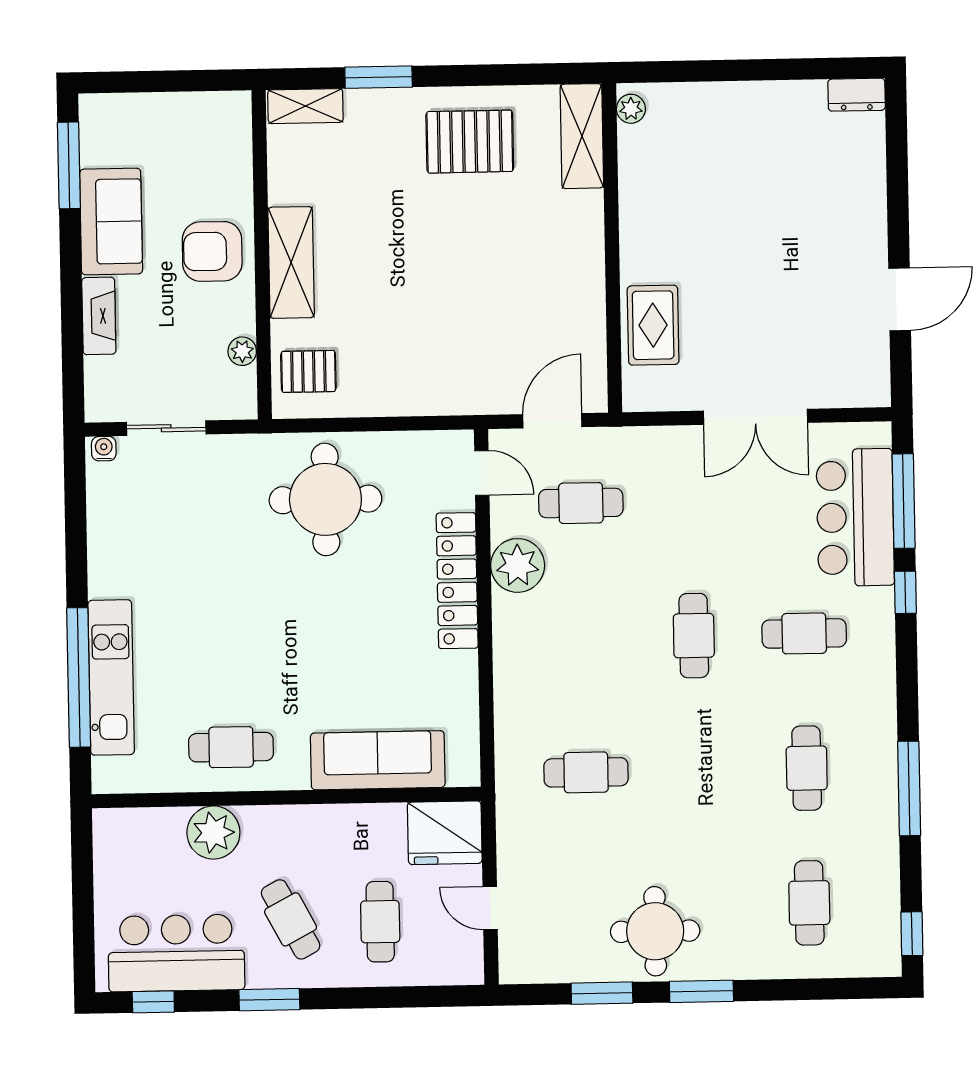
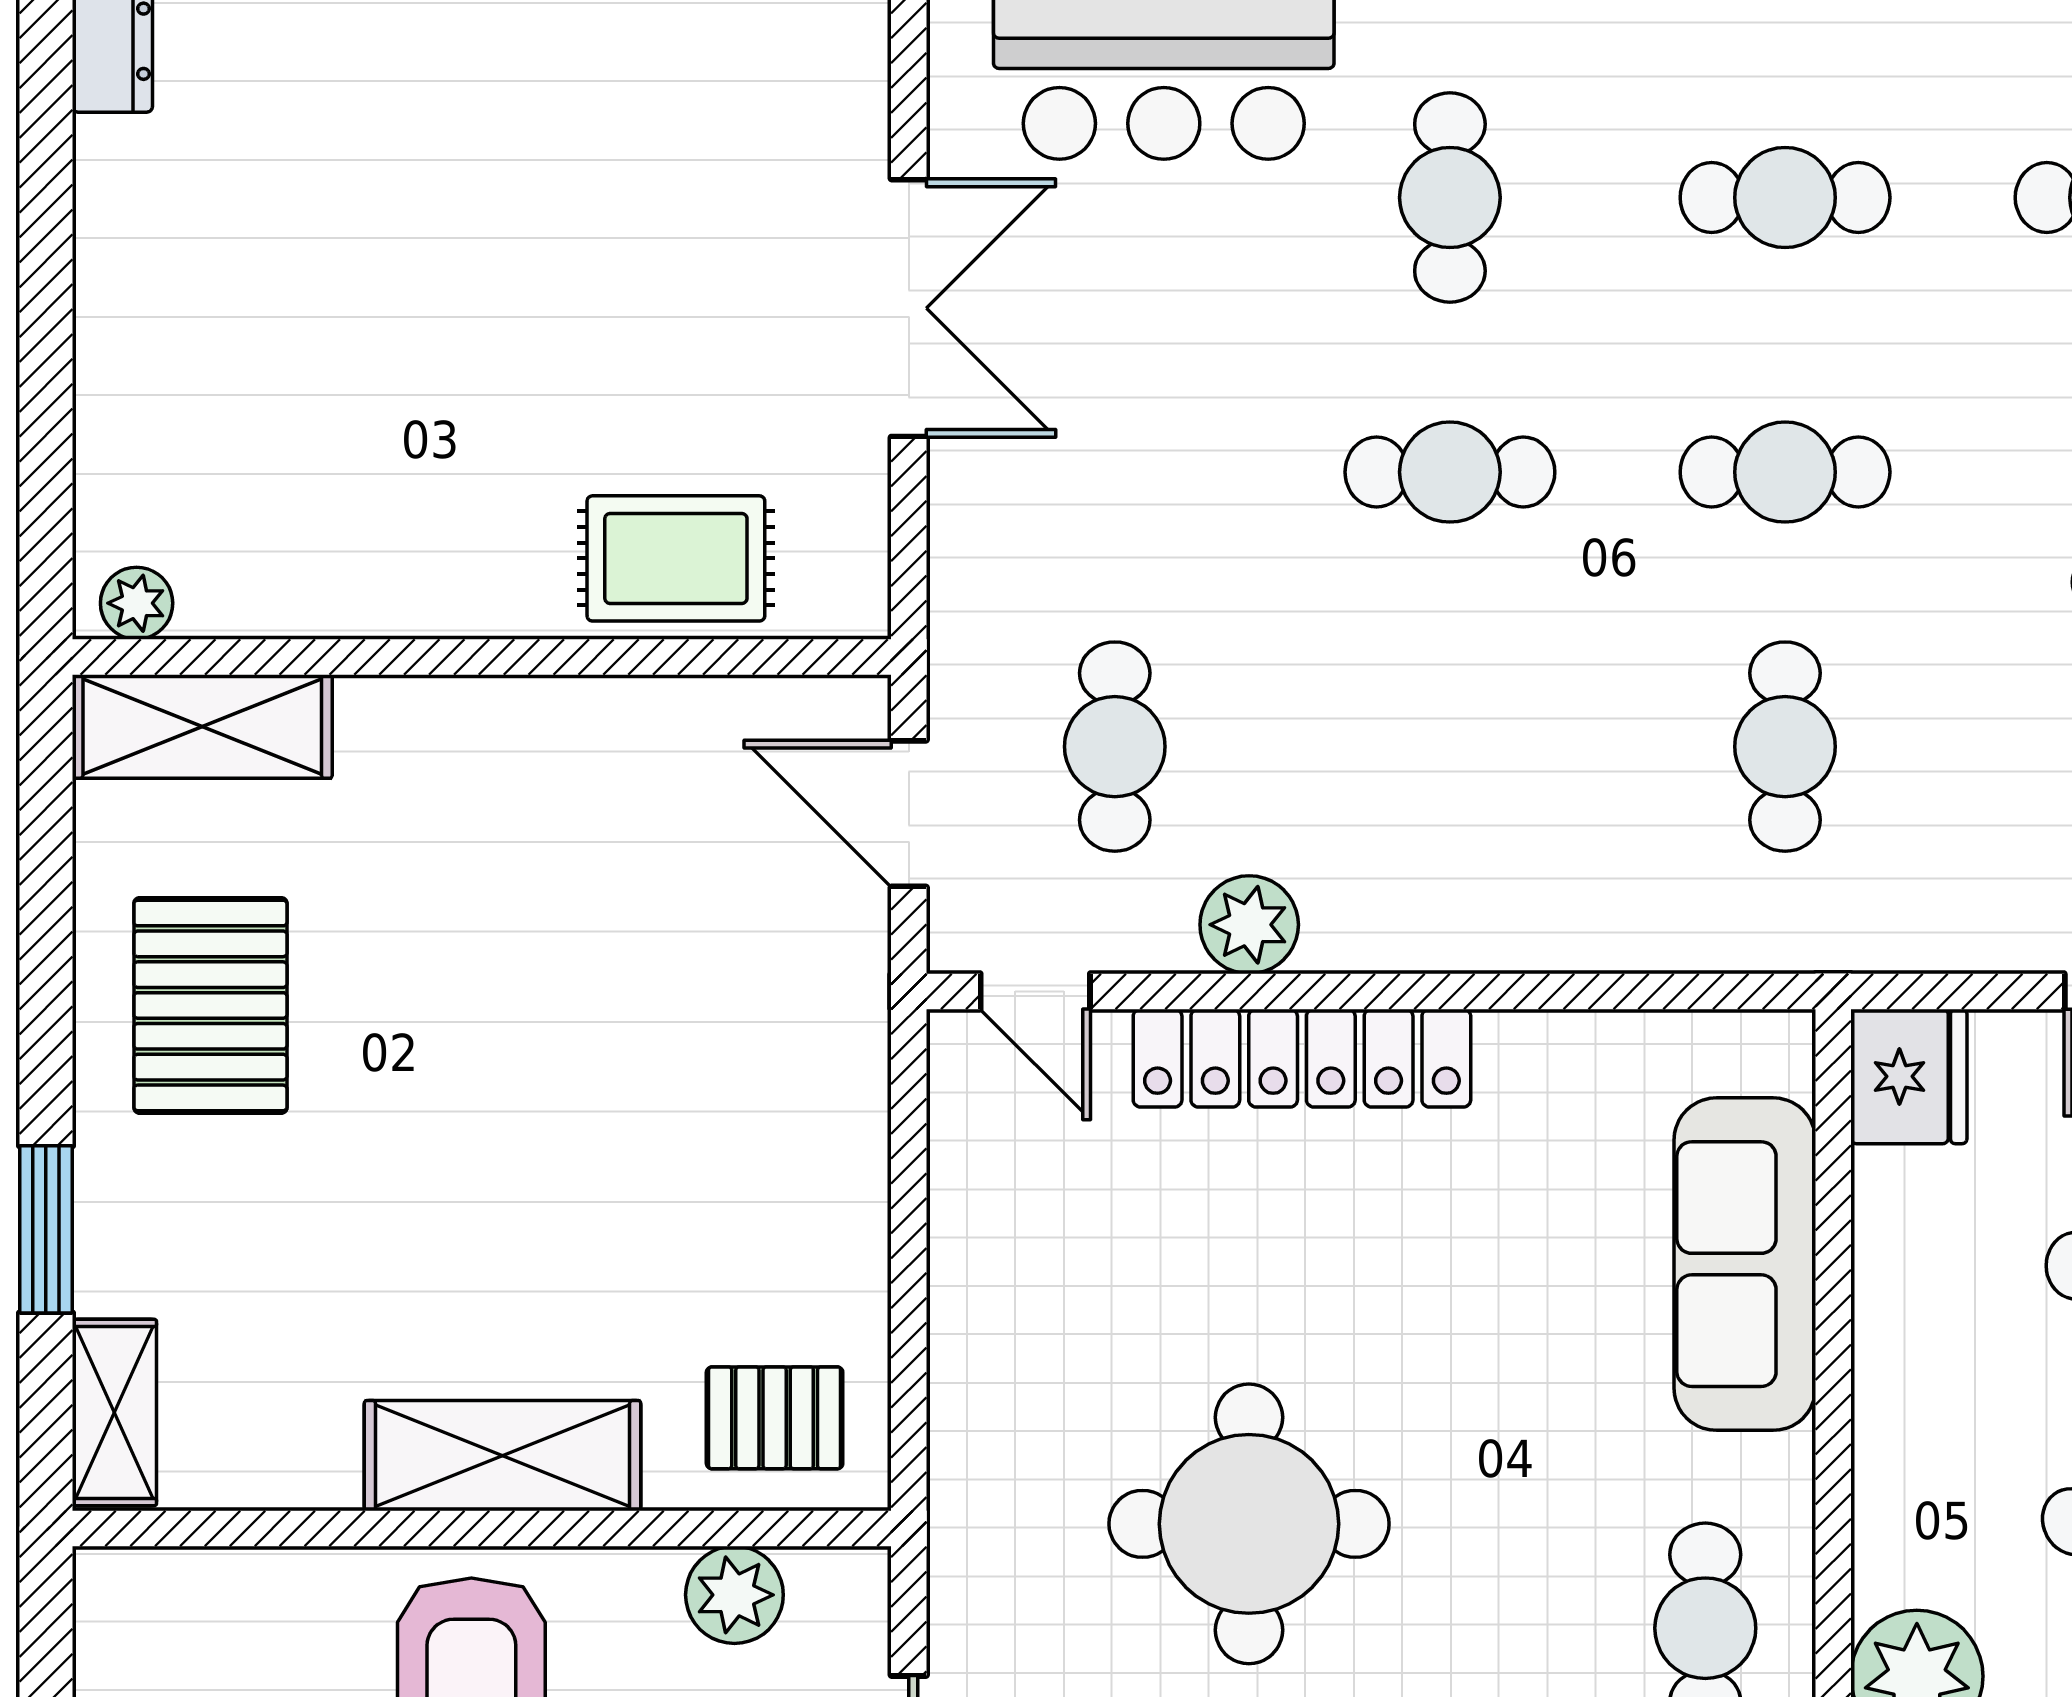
plant: (242, 351) -> (734, 1595), width x1.38, depth x1.38
pallet: (308, 371) -> (775, 1418), turned 90
door: (482, 473) -> (1035, 991), swing flipped
round table: (325, 499) -> (1249, 1524), moved
plant: (518, 565) -> (1249, 925), width x0.73, depth x0.73
cafe table: (696, 770) -> (1785, 472), added
fridge: (445, 833) -> (1909, 1076), width x0.73, depth x0.75

